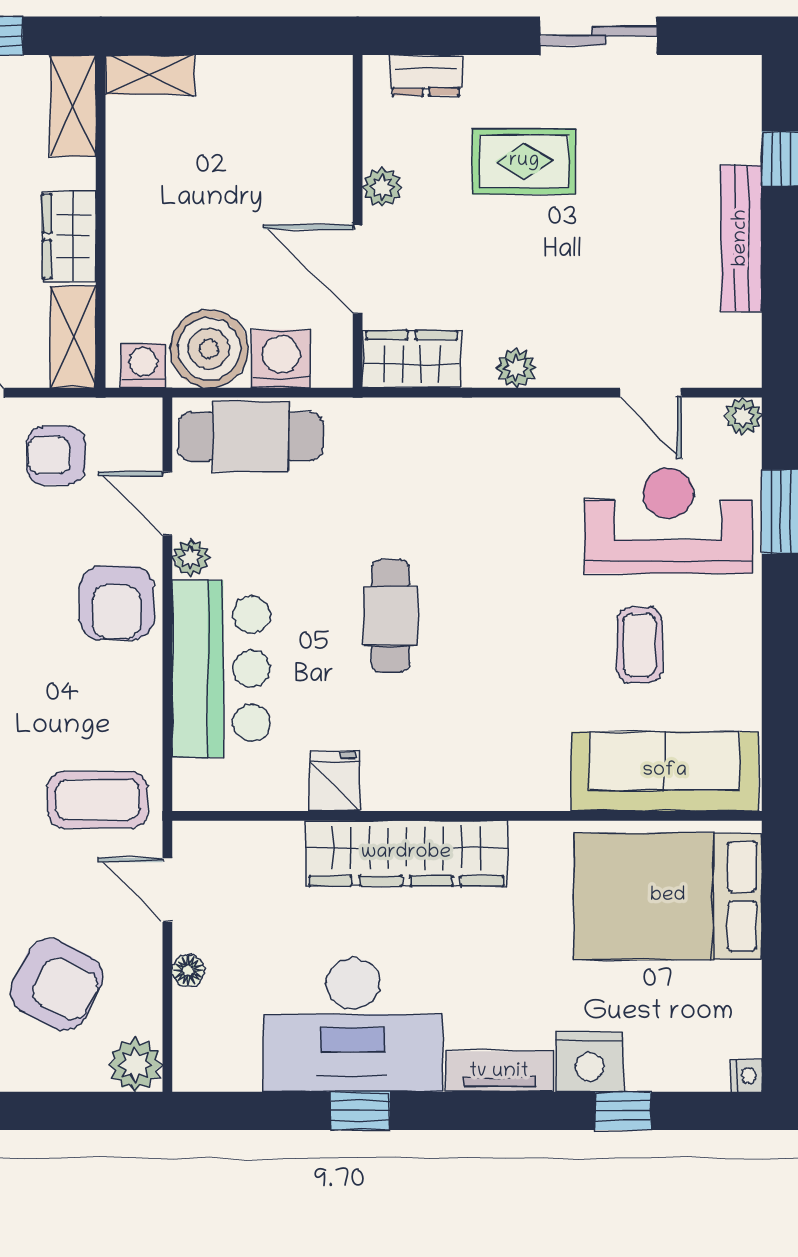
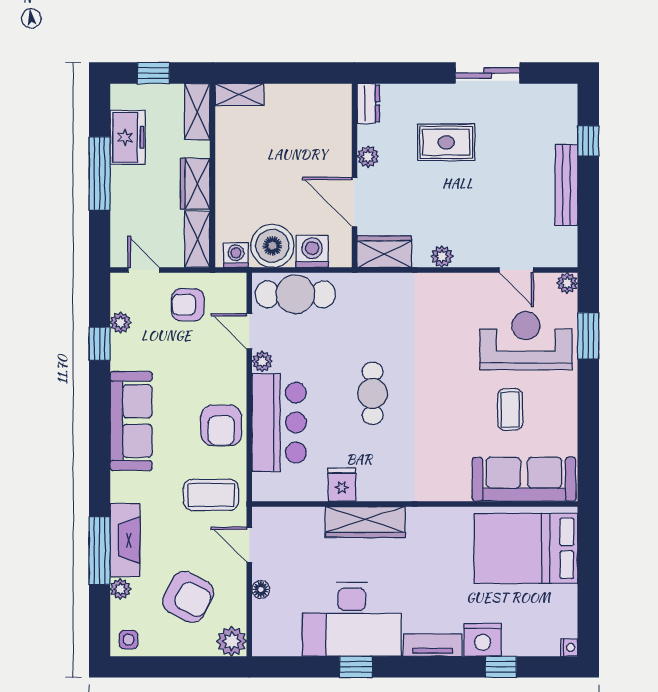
dresser: (426, 75) -> (368, 103), moved, turned -90
armchair: (117, 603) -> (221, 426), moved
wardrobe: (406, 853) -> (365, 522), width x0.71, depth x0.85

